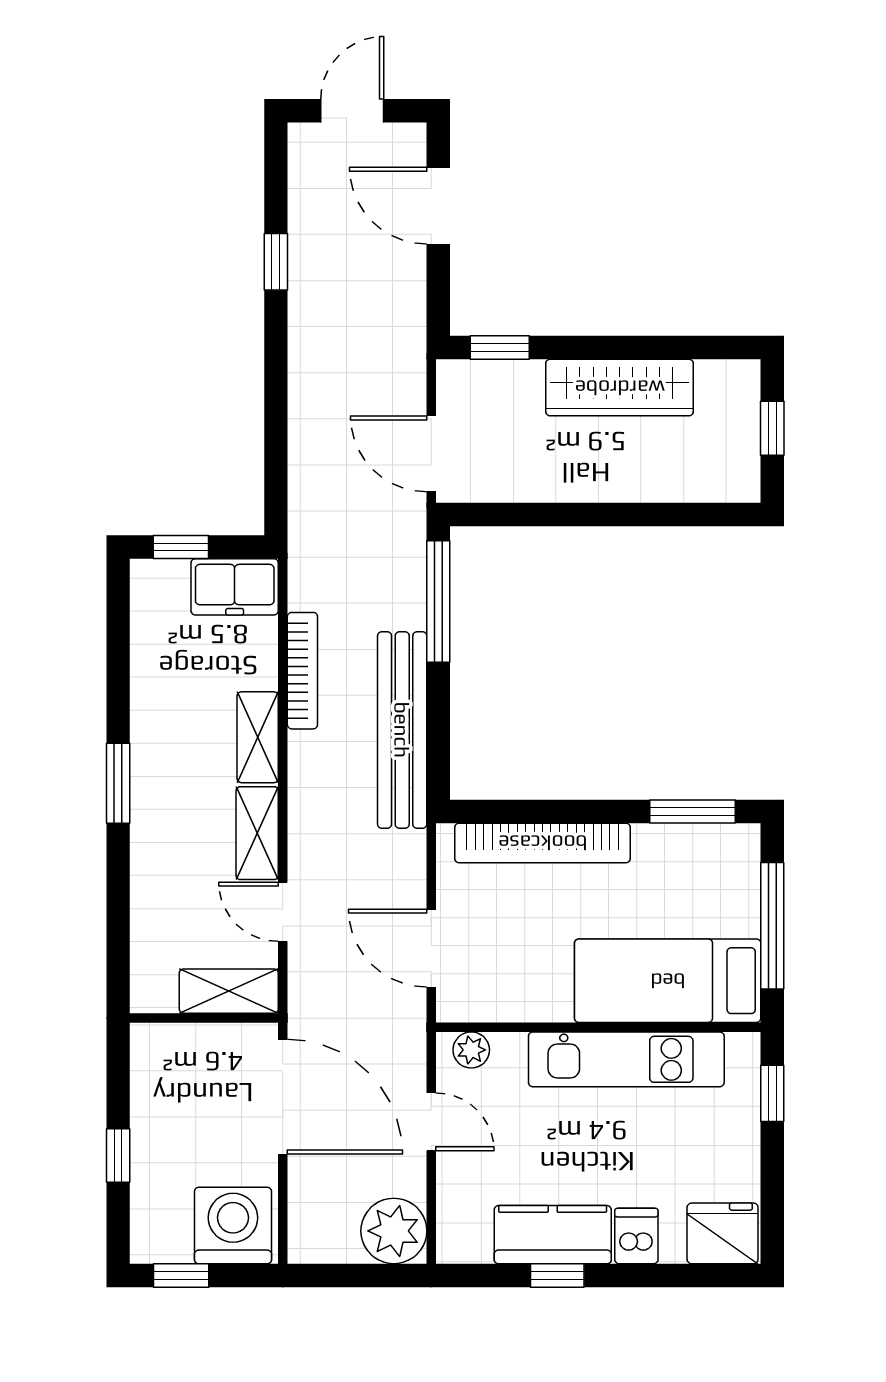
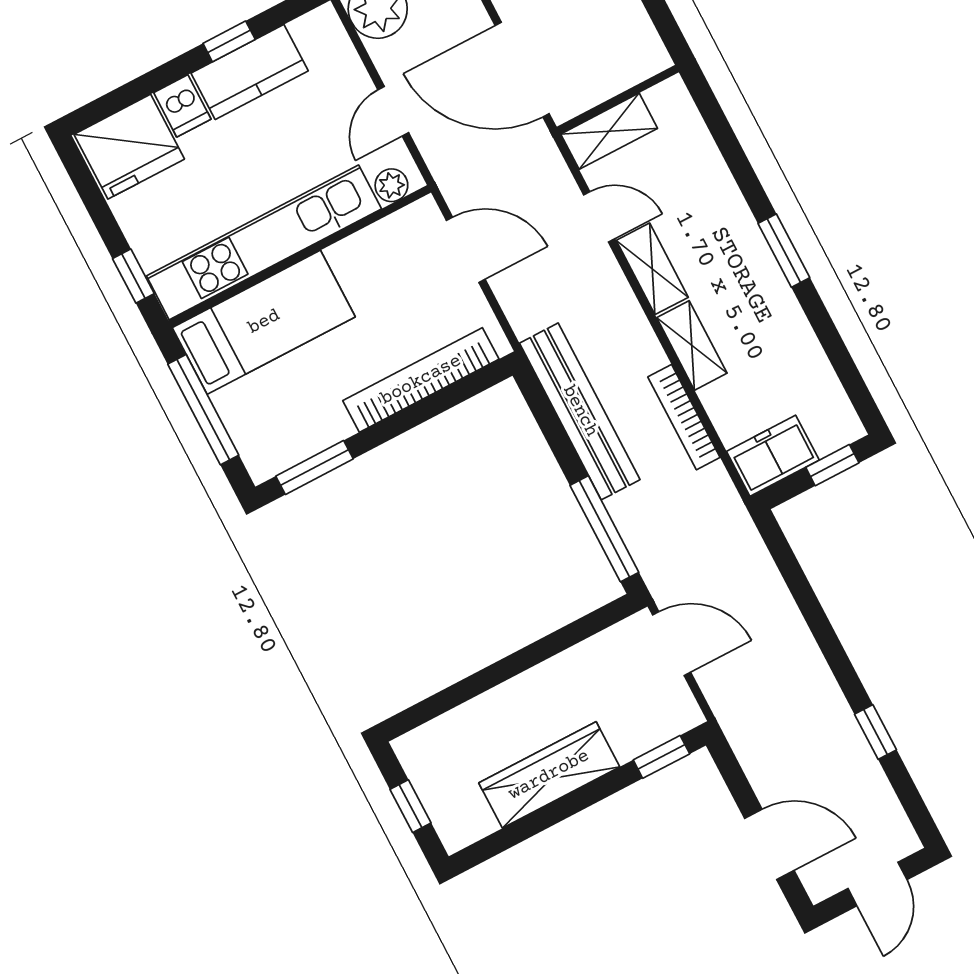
kitchen unit: (626, 1059) -> (264, 242), width x1.36
door: (431, 1122) -> (393, 111), hinge flipped
fridge: (723, 1233) -> (129, 147), width x1.36, depth x1.34

